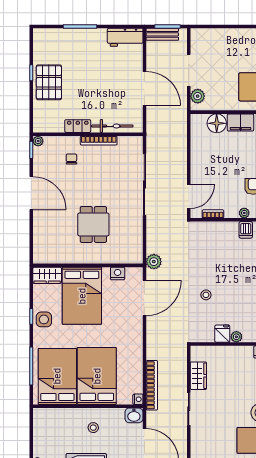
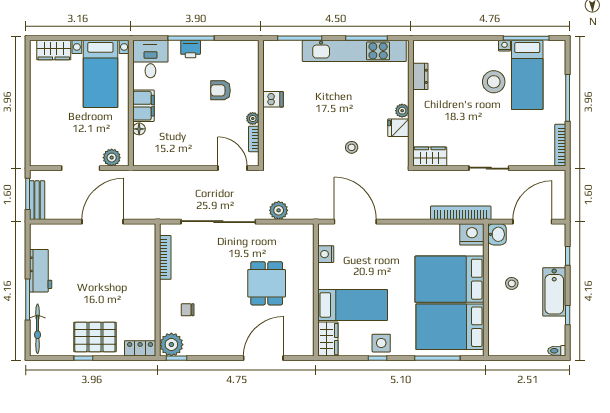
workbench: (125, 37) -> (41, 271), moved
floor lamp: (217, 123) -> (139, 129), width x0.53, depth x0.53
locker: (78, 126) -> (140, 348), moved, turned 90
bicycle: (112, 126) -> (38, 329), moved, turned 180
plant: (38, 141) -> (171, 345), width x1.88, depth x1.88
bookcase: (99, 141) -> (165, 257), moved
door: (31, 193) -> (263, 358), moved
plant: (244, 213) -> (253, 118), moved
dining table: (93, 224) -> (267, 283), turned 90
plant: (154, 262) -> (279, 210), moved
bed: (82, 296) -> (353, 305), width x0.67
wardrobe: (198, 376) -> (430, 157), moved
nightstand: (138, 399) -> (472, 234), width x1.89, depth x1.79

